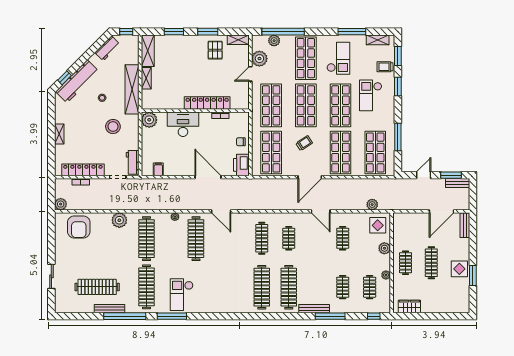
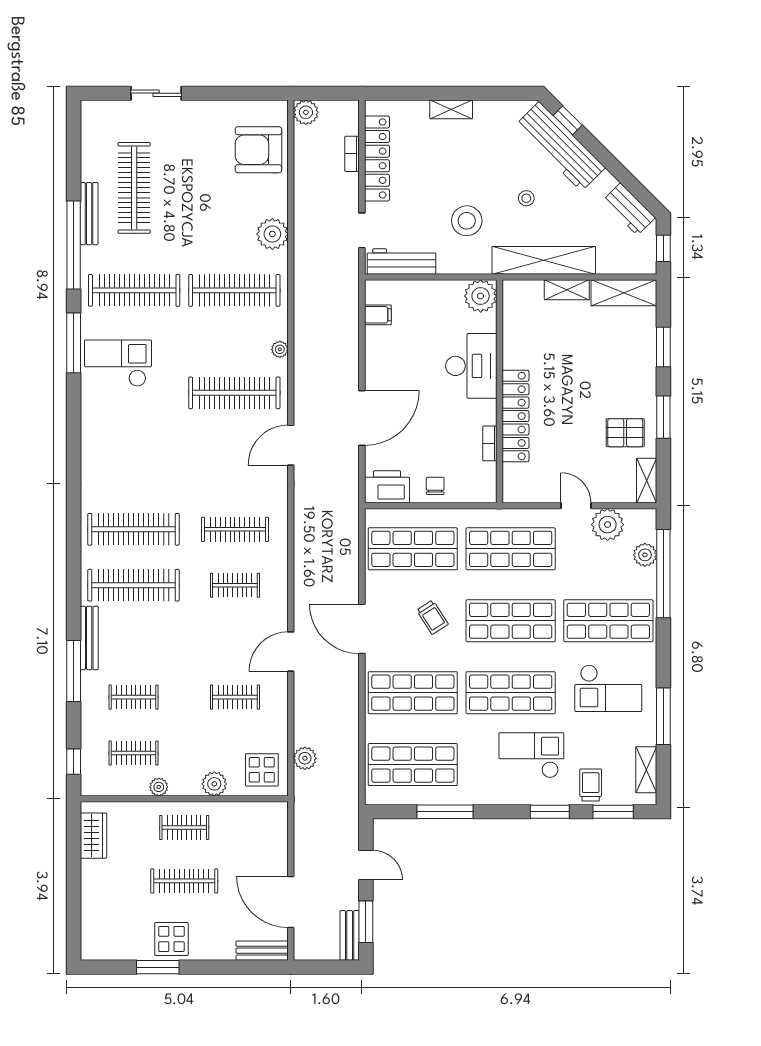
workbench: (133, 162) -> (401, 262), width x1.38

